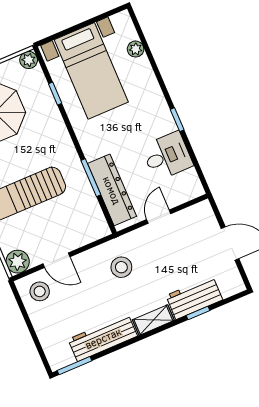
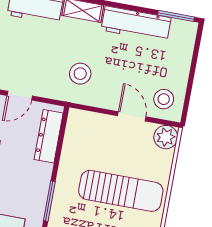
window: (91, 178) -> (49, 201), moved
dresser: (112, 190) -> (49, 136), width x0.73, depth x0.80

